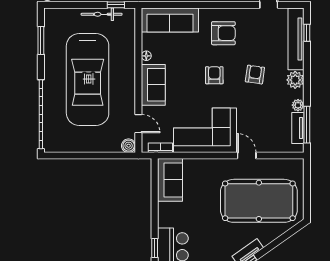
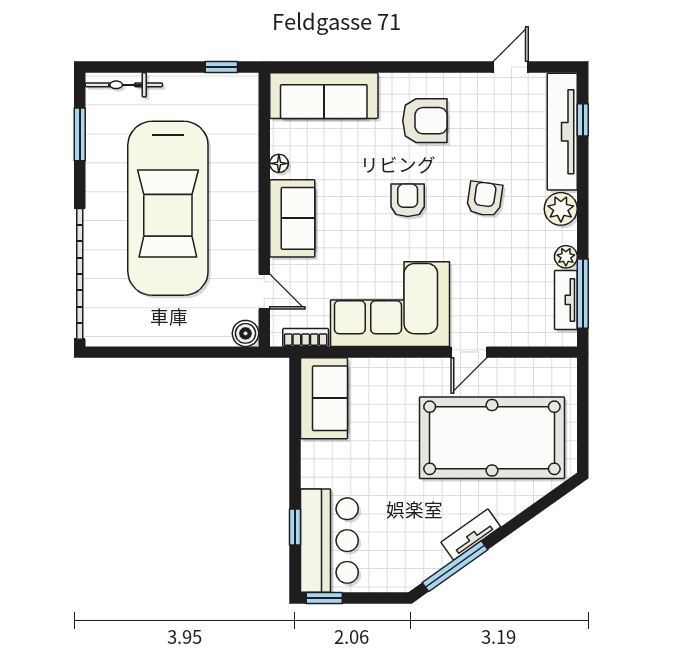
bicycle: (102, 14) -> (124, 85), moved
door: (247, 156) -> (469, 352), swing flipped

